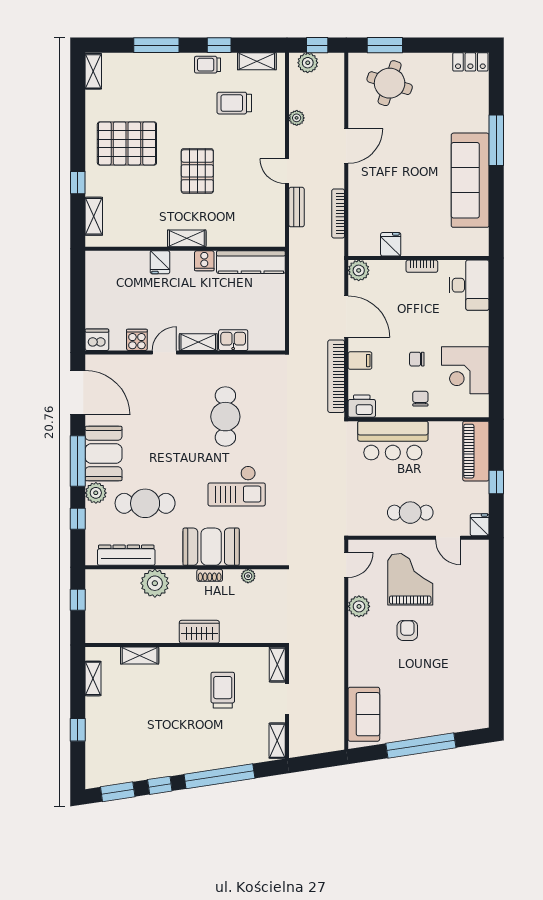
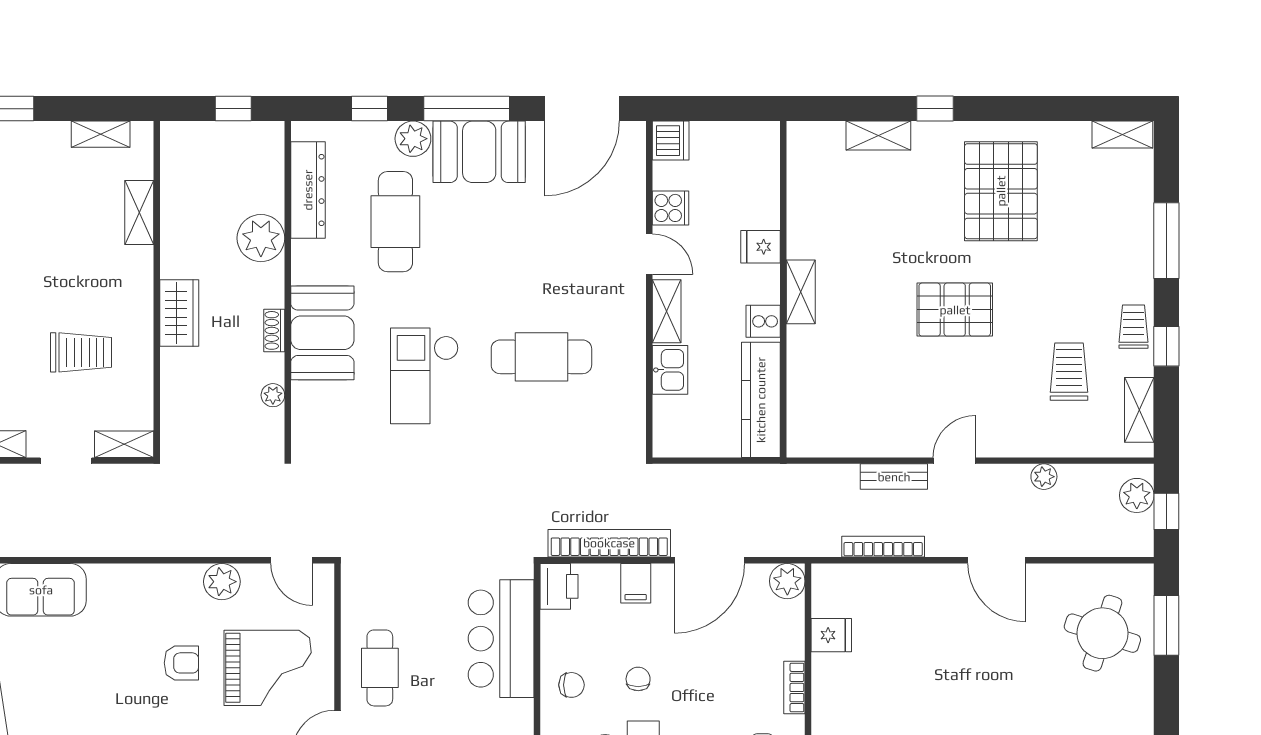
shelving: (187, 238) -> (801, 292), moved
wall: (185, 249) -> (783, 289), moved
cooker: (204, 261) -> (763, 321), moved
fridge: (160, 262) -> (760, 247), moved
kitchen counter: (251, 262) -> (761, 400), moved

